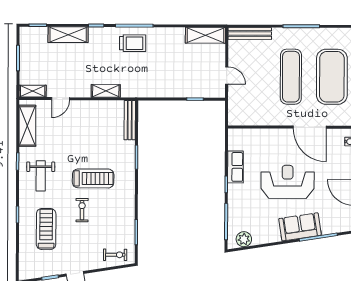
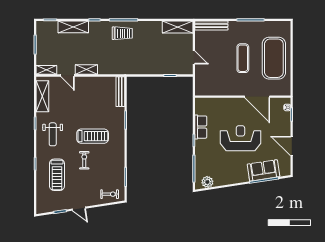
exercise mat: (291, 77) -> (243, 58), width x0.73, depth x0.69
shelving: (106, 91) -> (86, 70), moved
door: (61, 99) -> (68, 76), hinge flipped
sofa: (300, 227) -> (264, 170), moved
treadmill: (46, 229) -> (57, 175), turned 180

